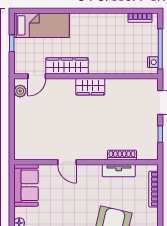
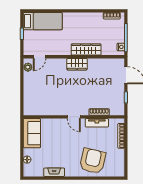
wardrobe: (67, 66) -> (86, 50), moved
door: (67, 162) -> (74, 117), moved

